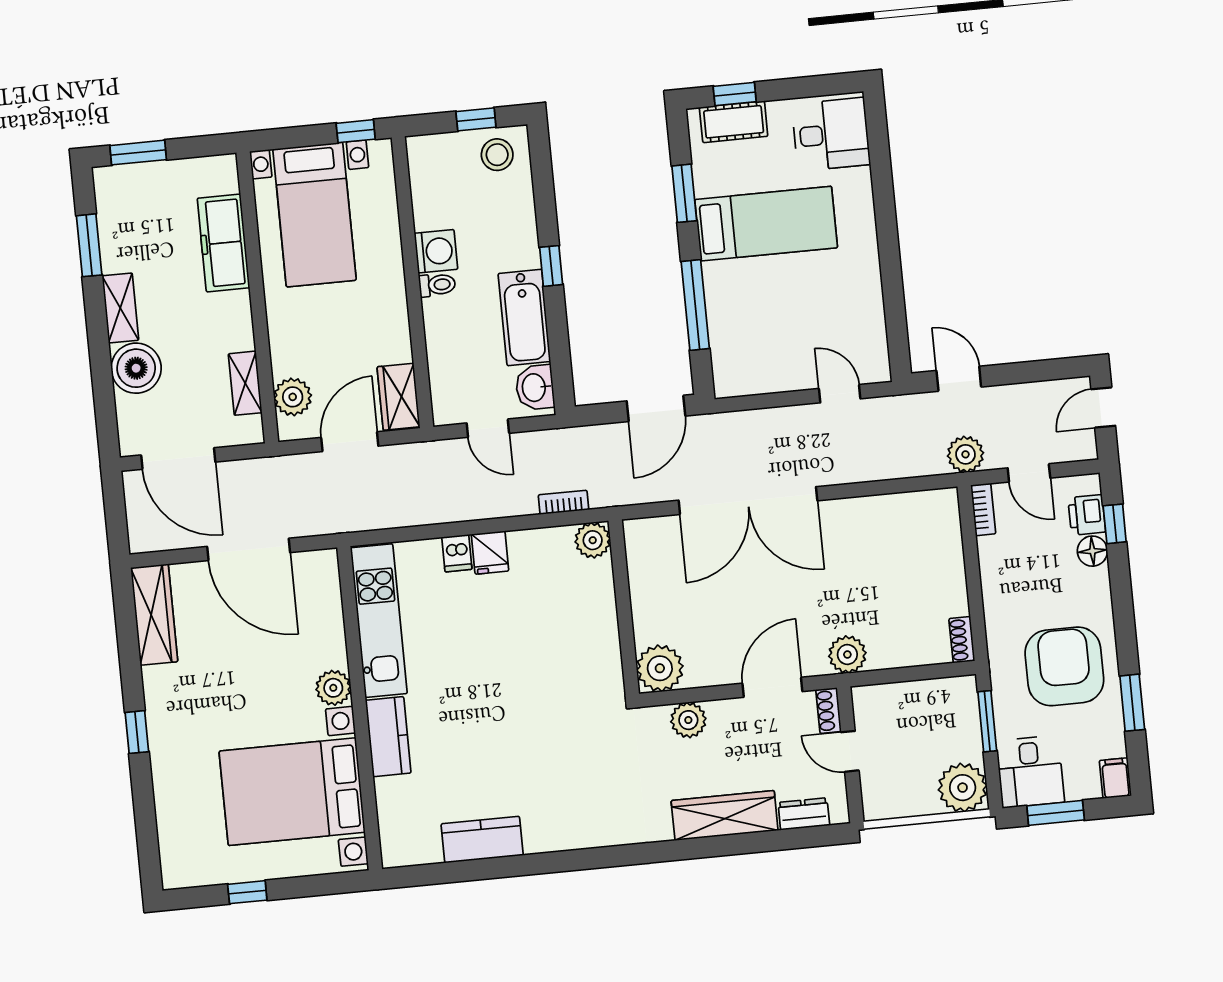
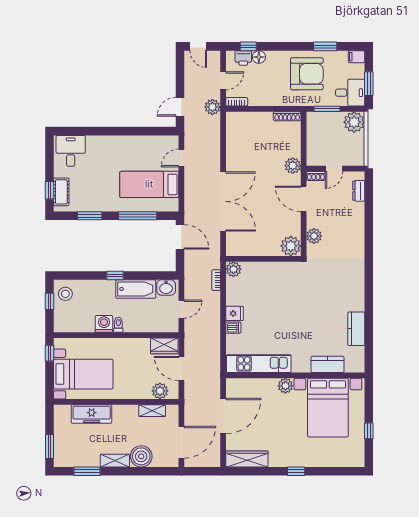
bed: (766, 224) -> (149, 184), moved, turned -90
shoe rack: (962, 640) -> (287, 116), width x1.43
armchair: (1064, 666) -> (307, 74), turned 180
kitchen counter: (388, 737) -> (328, 364), moved
wardrobe: (725, 815) -> (356, 225), removed

